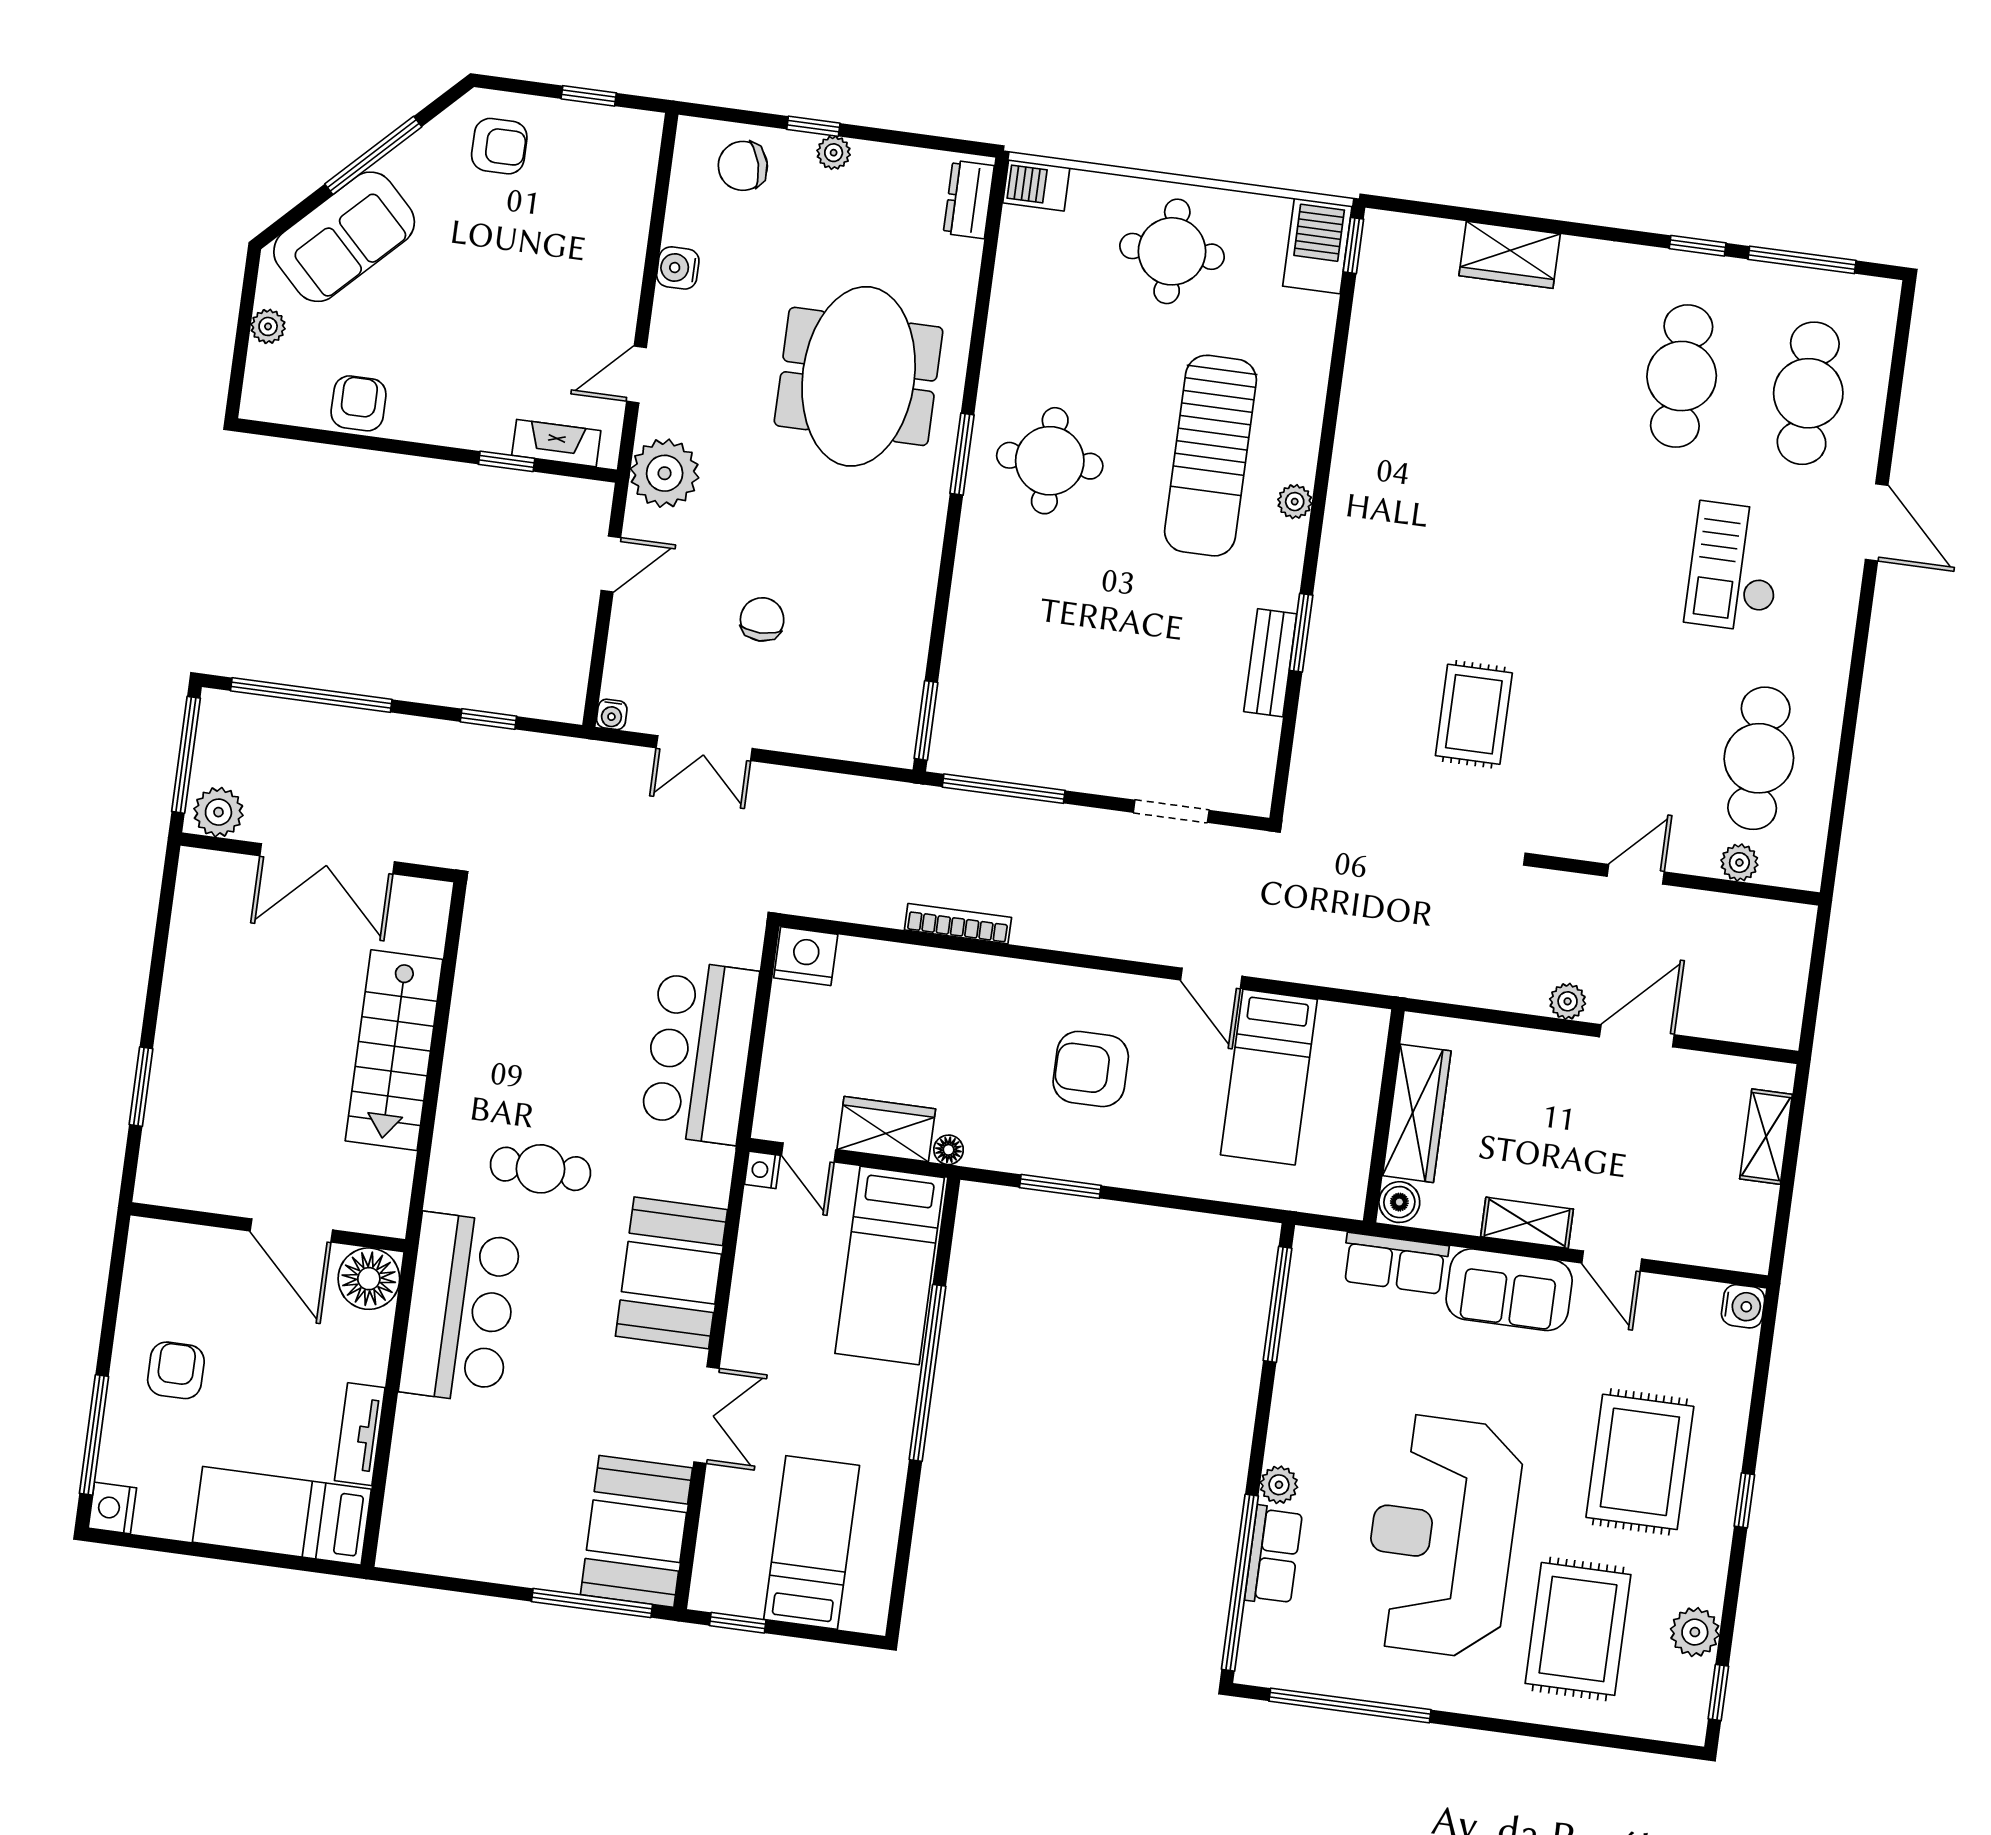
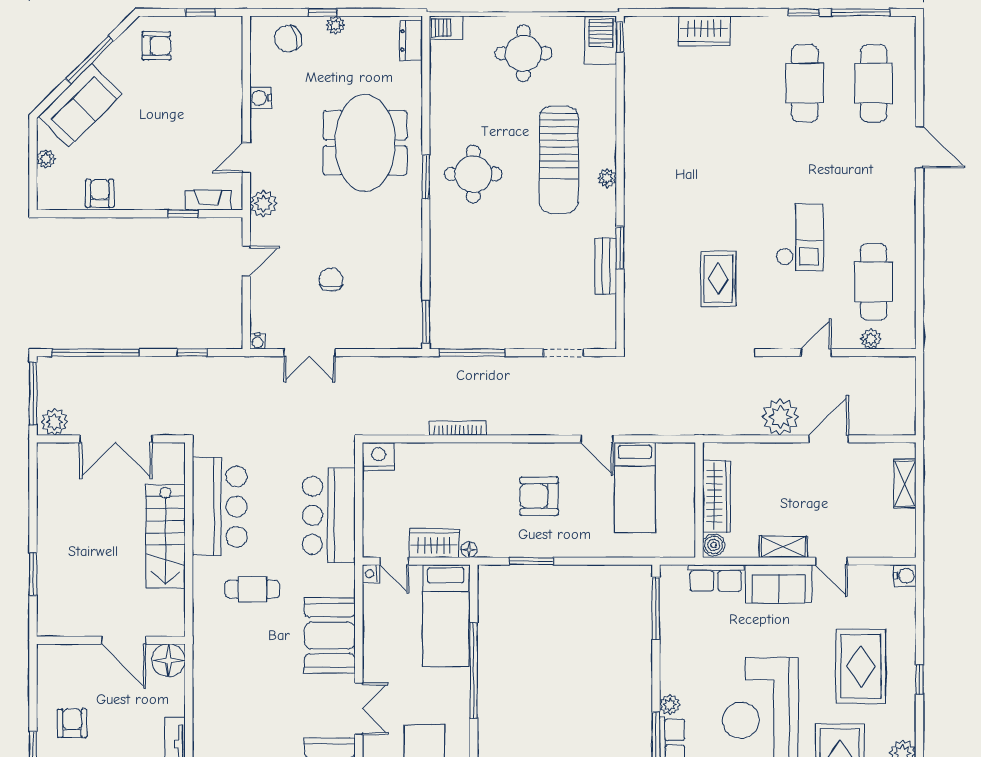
plant: (665, 473) -> (263, 204), width x0.73, depth x0.73
checkout: (1735, 567) -> (800, 237), moved, turned 180
plant: (1568, 1001) -> (780, 417), width x1.87, depth x1.87
bar counter: (460, 1308) -> (220, 507), moved

